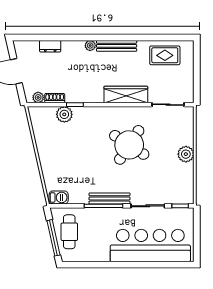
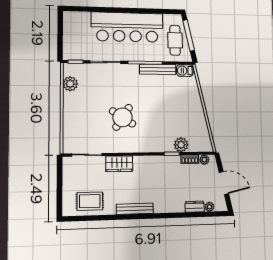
plant: (90, 46) -> (210, 207), moved
wardrobe: (126, 95) -> (119, 164), width x0.67
round table: (129, 145) -> (123, 117), width x0.73, depth x0.73
plant: (186, 154) -> (70, 84), moved
bench: (109, 198) -> (158, 69), moved
bar counter: (150, 246) -> (127, 27), moved

